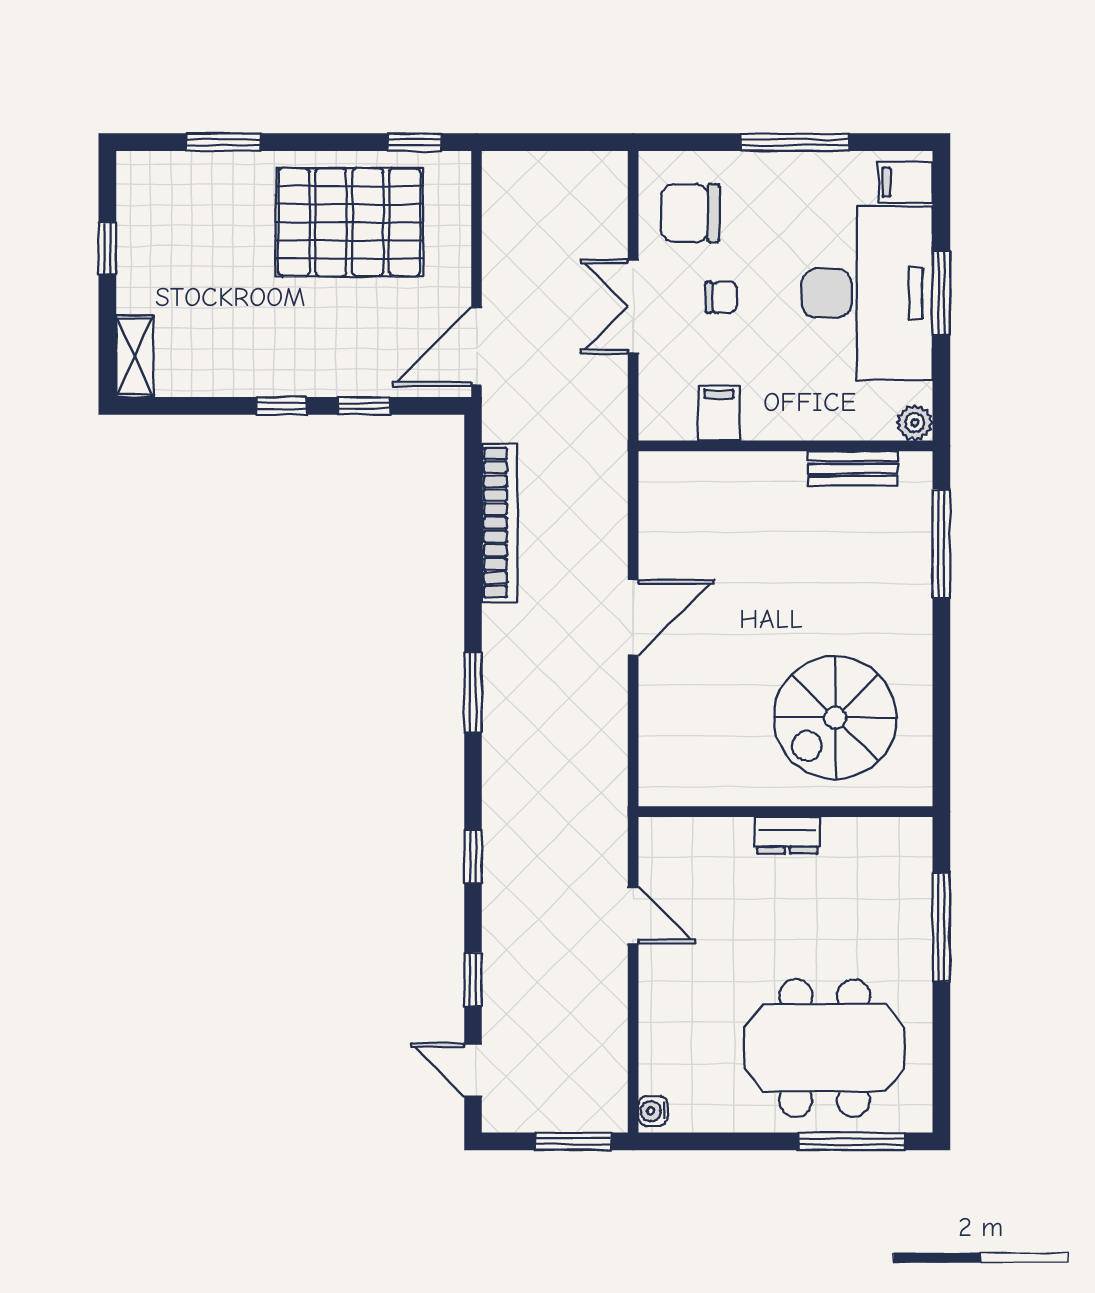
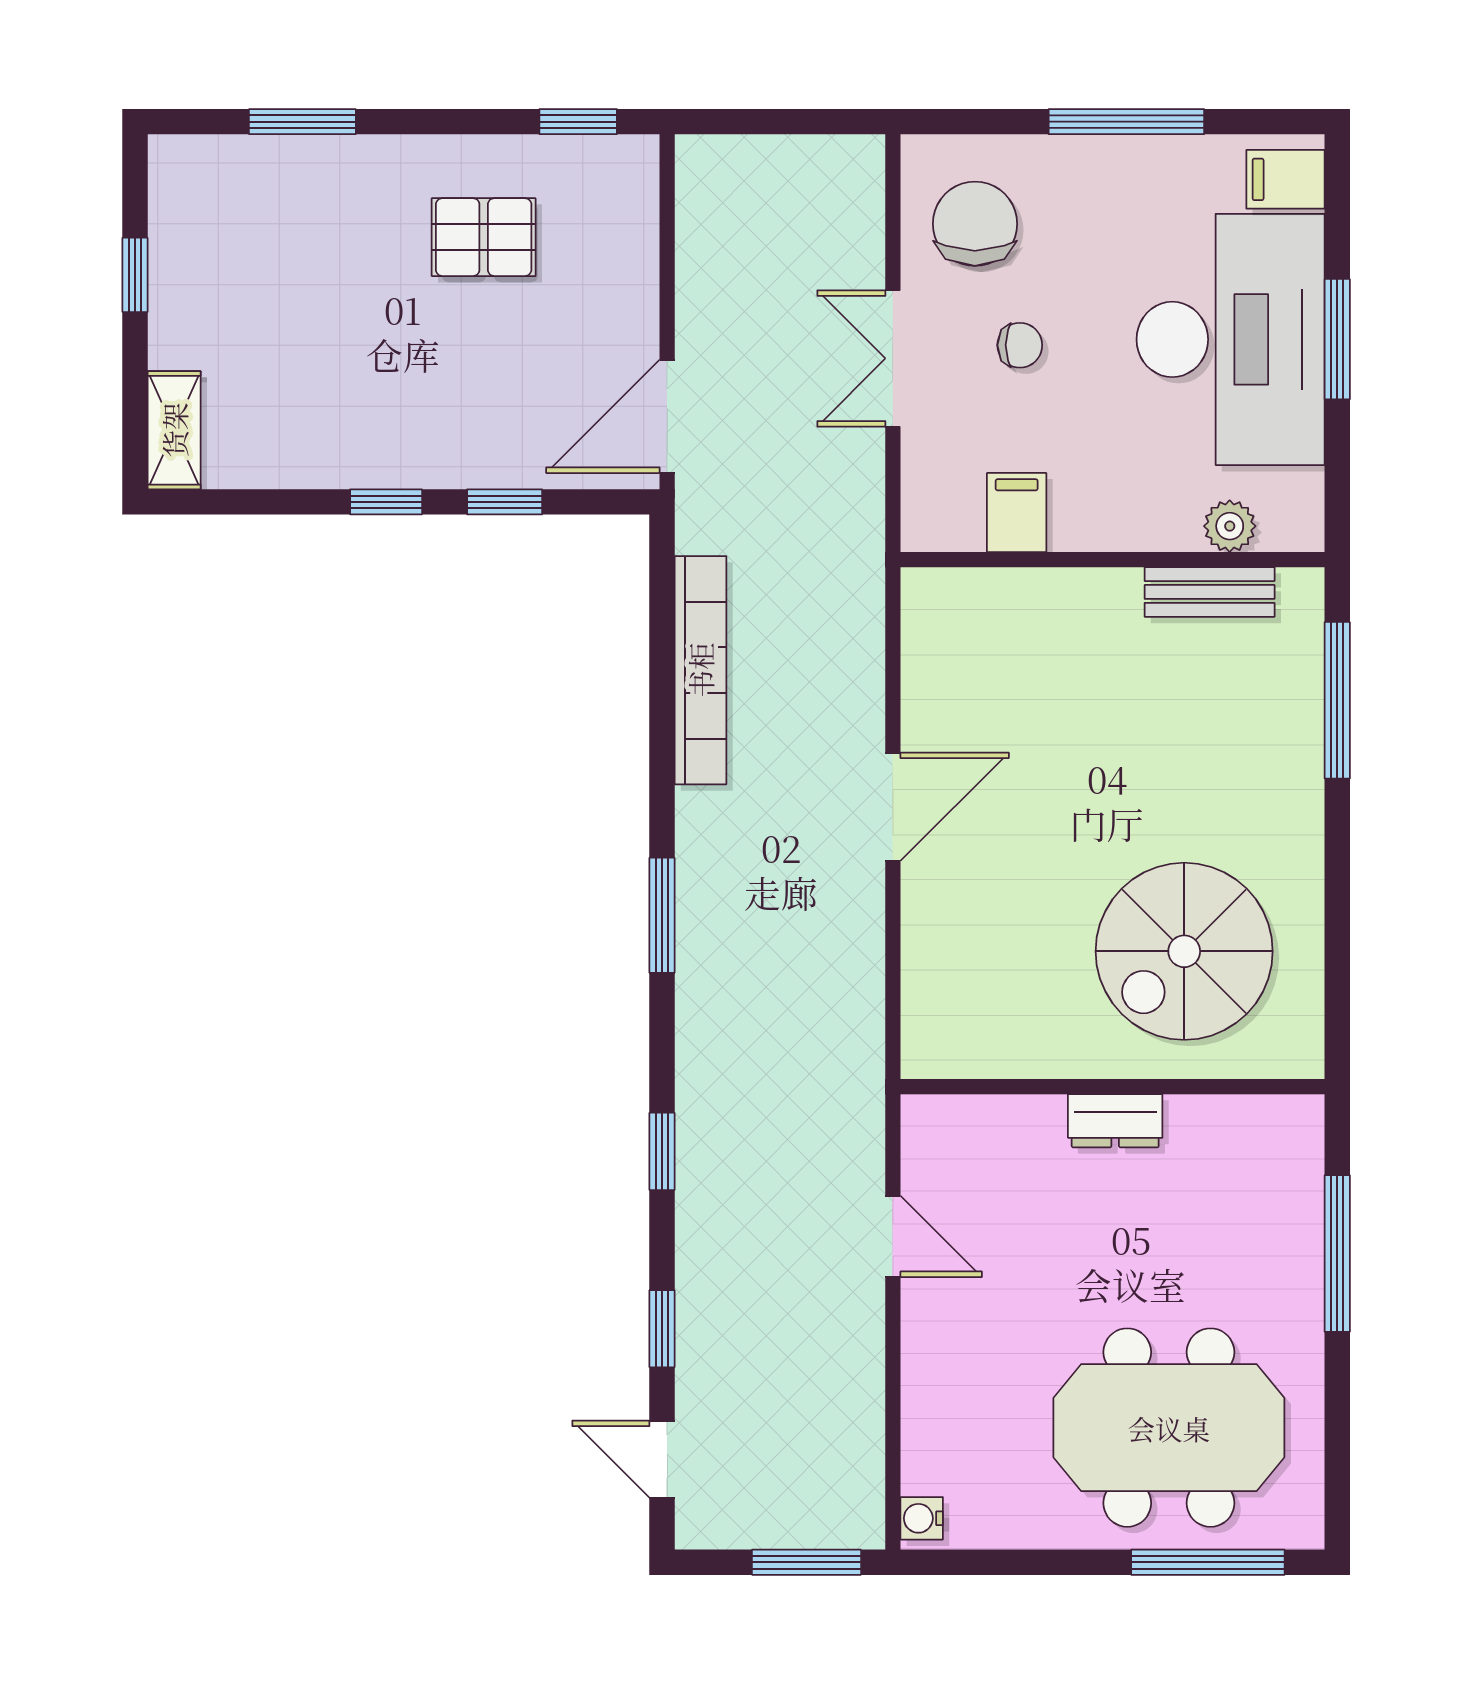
chair: (690, 213) -> (975, 224), turned 90
pallet: (349, 222) -> (484, 237), width x0.49, depth x0.50
plant: (915, 423) -> (1230, 526), moved

